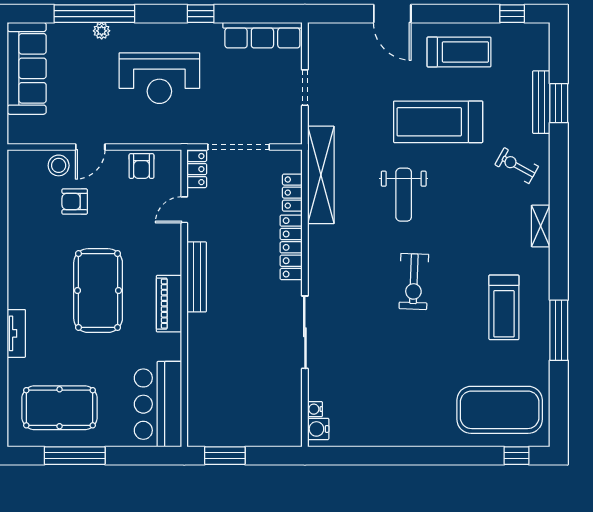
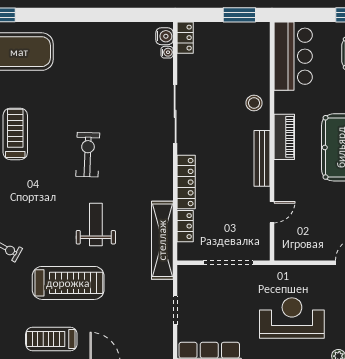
armchair: (142, 166) -> (306, 247), removed
locker: (197, 169) -> (185, 38), moved, turned 180
stool: (207, 346) -> (254, 103), added

